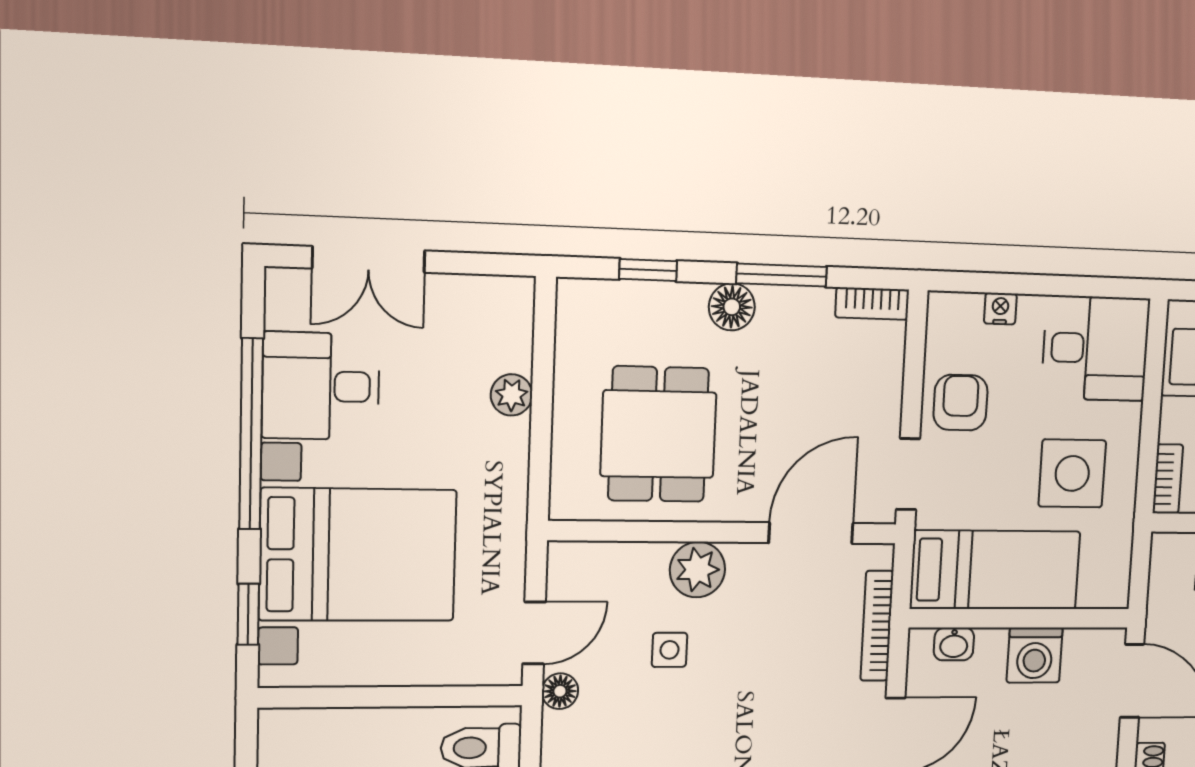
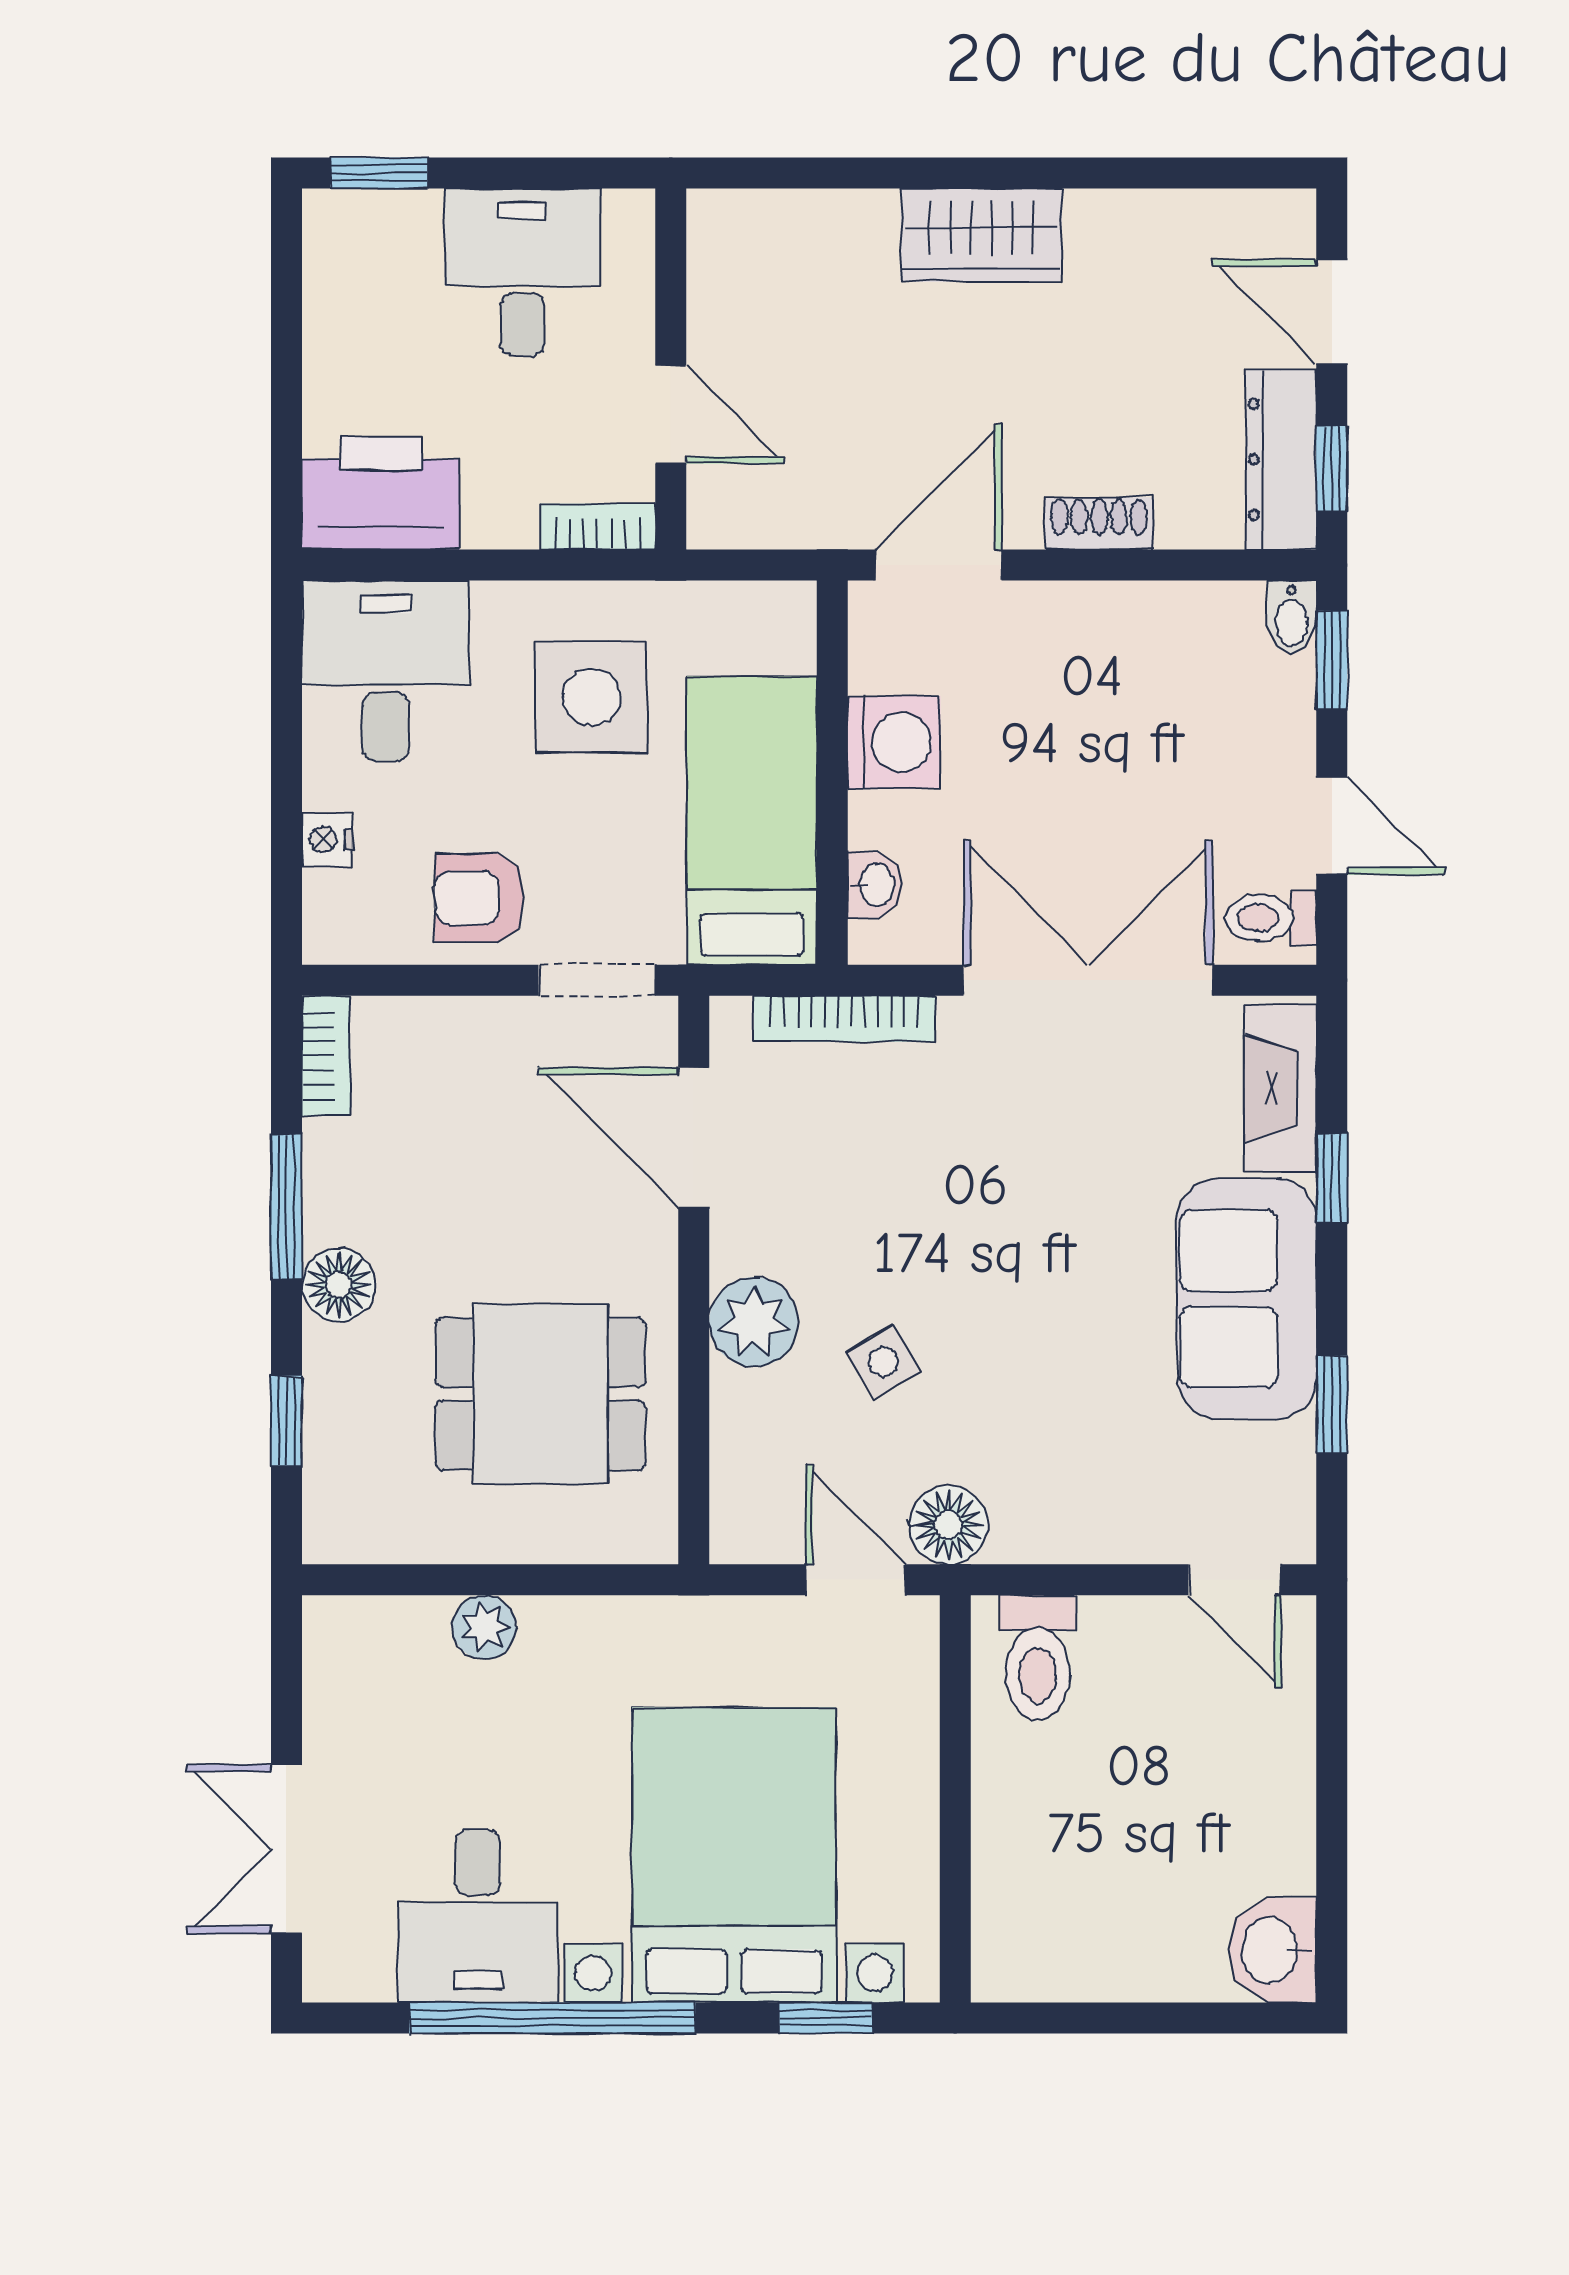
double door: (369, 259) -> (286, 1849), swing flipped
side table: (670, 650) -> (883, 1362), turned -31
floor lamp: (560, 691) -> (948, 1525), width x1.37, depth x1.37

